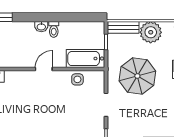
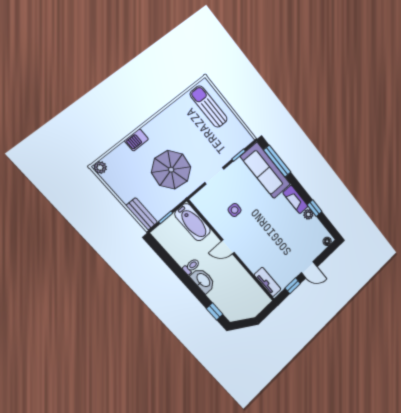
washbasin: (41, 27) -> (203, 280), width x1.91, depth x1.45
plant: (151, 32) -> (126, 188), removed
side table: (77, 79) -> (235, 210), moved

